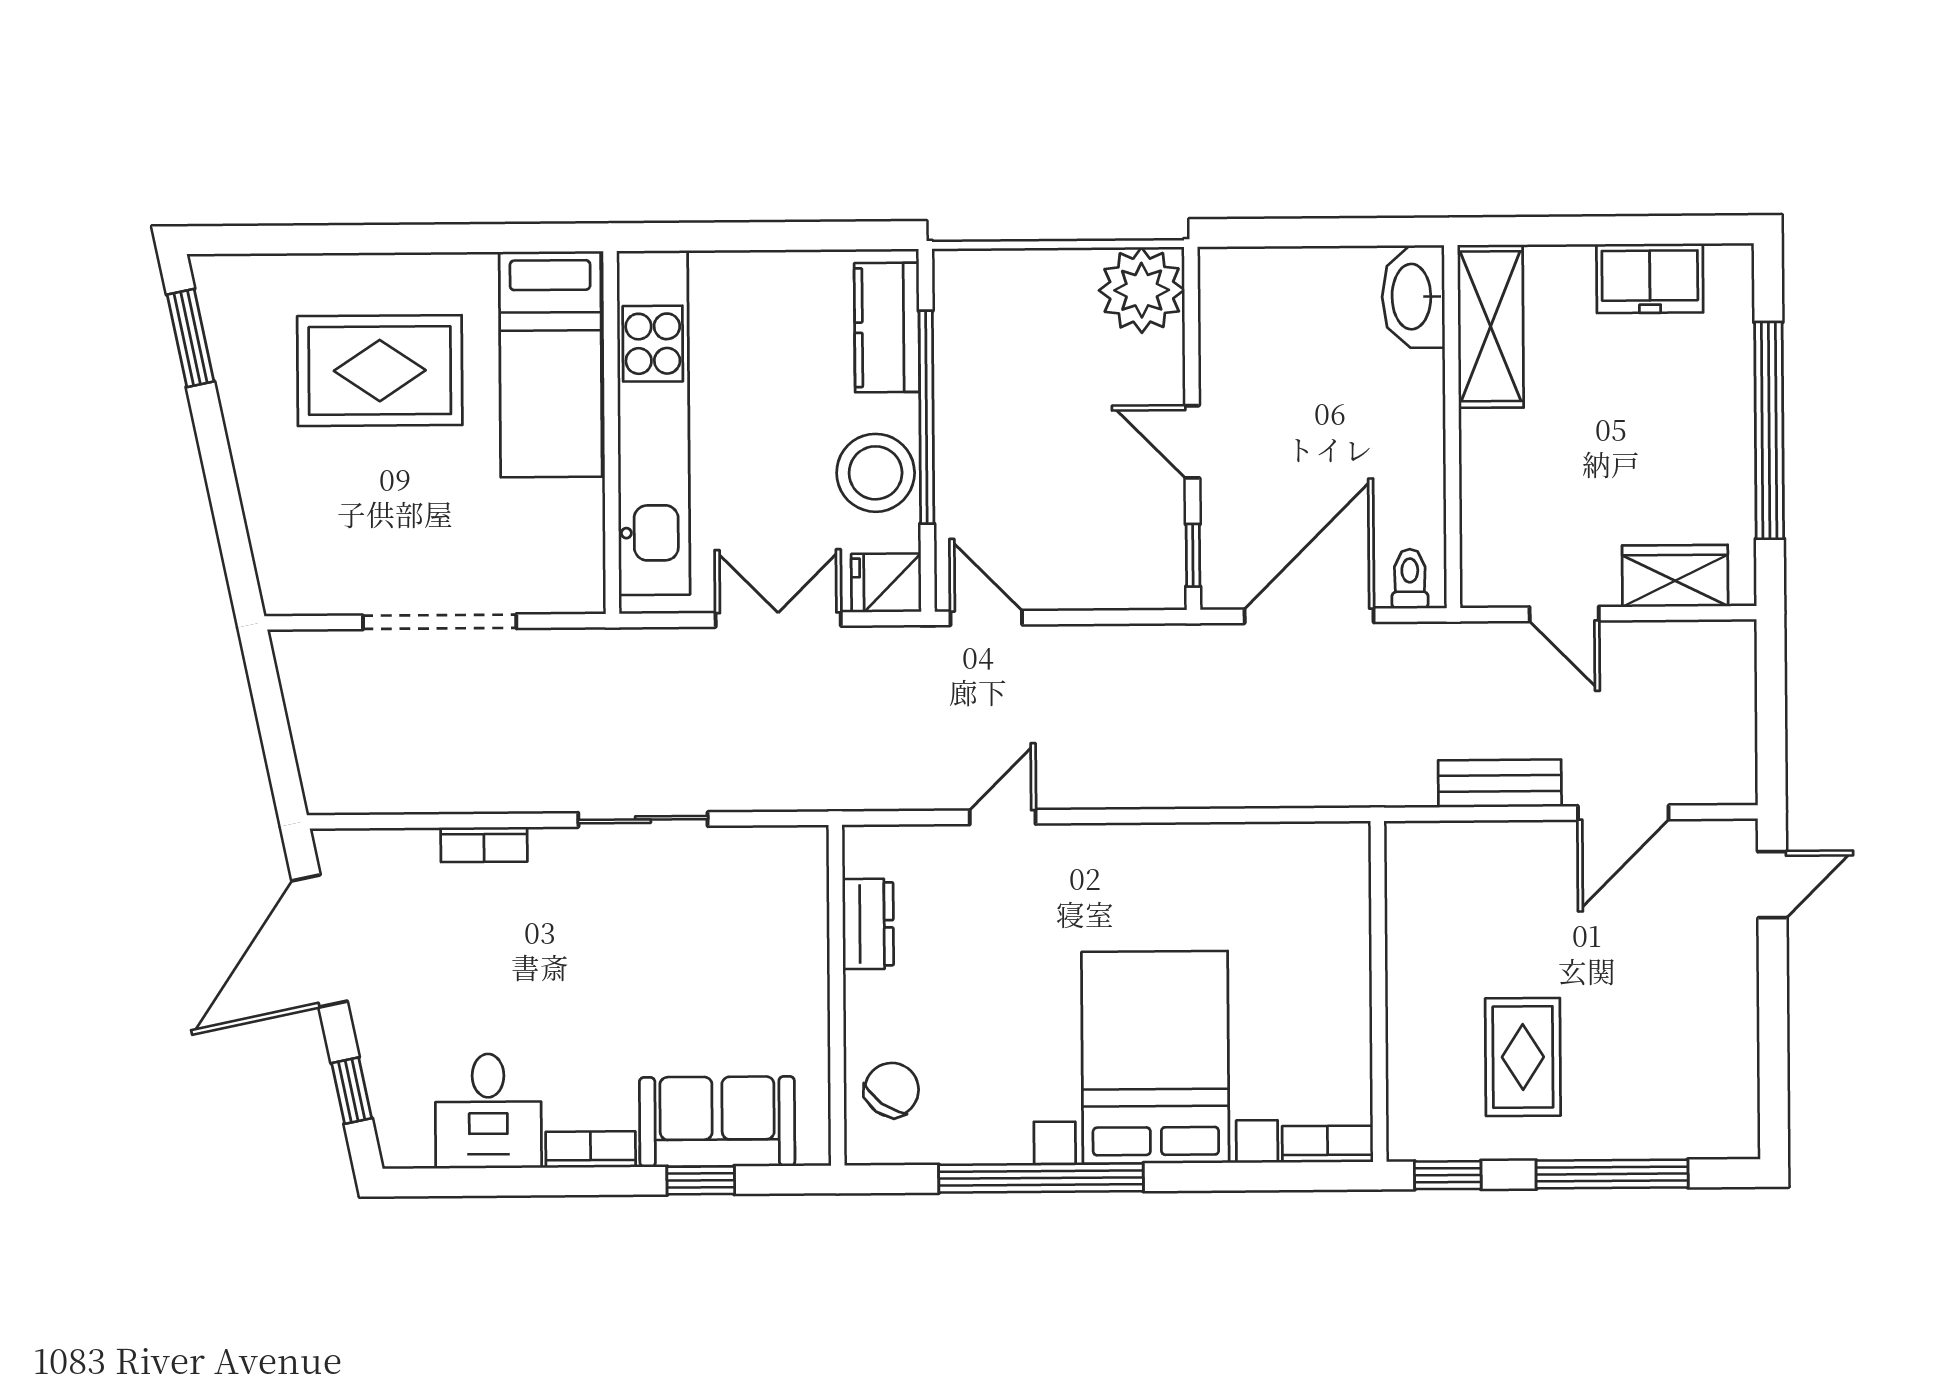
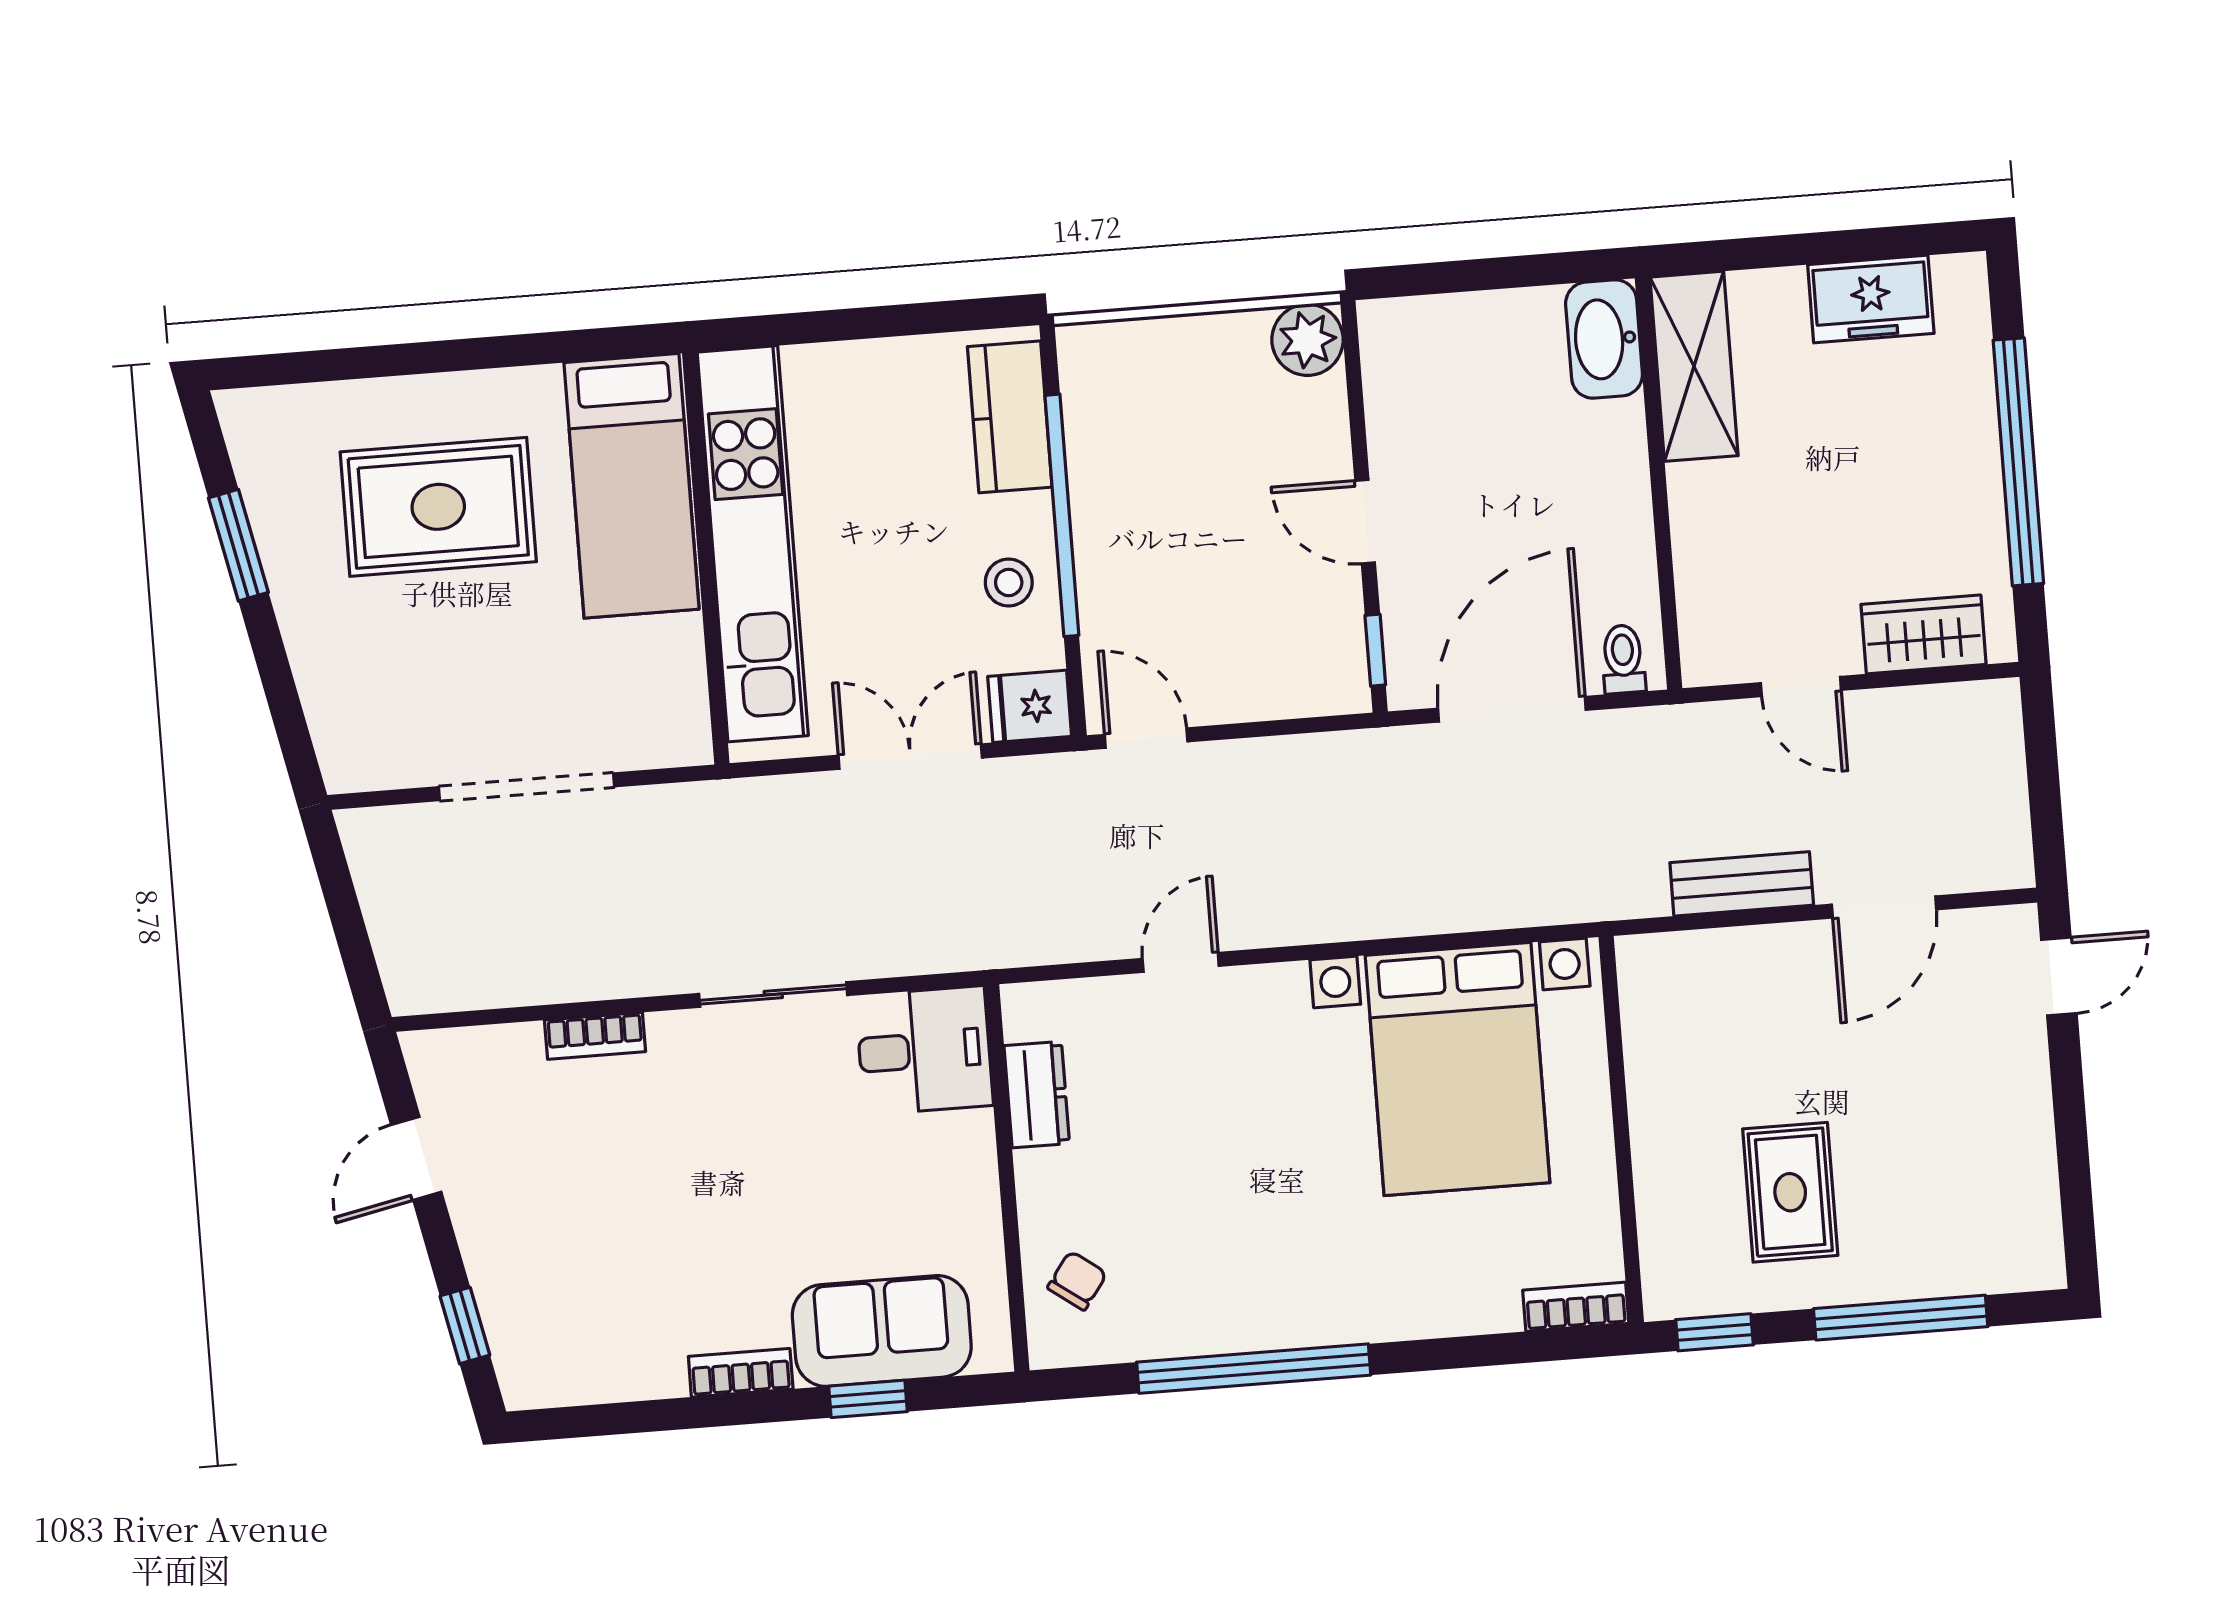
plant: (1142, 290) -> (1307, 340), width x0.73, depth x0.73
window: (190, 338) -> (238, 545), moved
stool: (876, 473) -> (1009, 582), width x0.53, depth x0.53
door: (320, 941) -> (416, 1158), width x0.53
bed with nightstands: (1155, 1057) -> (1458, 1069), moved, turned 180
chair: (892, 1090) -> (1077, 1281), width x0.73, depth x0.73
desk: (488, 1111) -> (924, 1050), moved, turned -90

